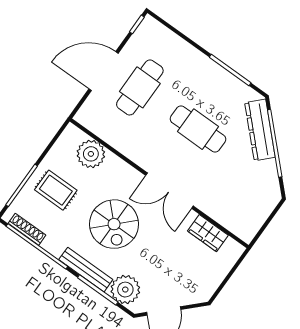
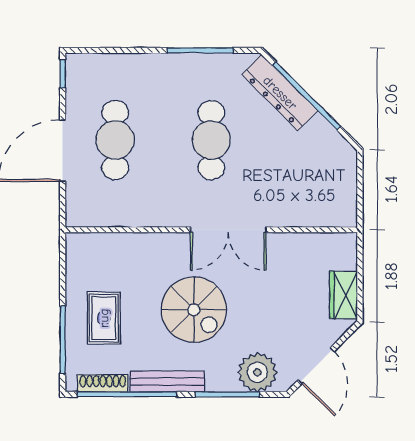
cafe table: (198, 129) -> (211, 140), turned 90
plant: (91, 154) -> (114, 251), removed
rug: (56, 190) -> (104, 318), turned 90
wardrobe: (208, 233) -> (344, 295), moved, turned 90
bench: (86, 270) -> (167, 381), moved

